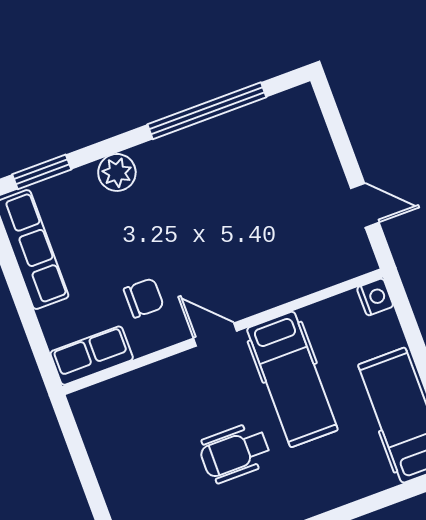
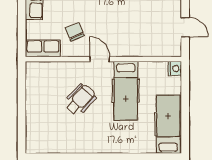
chair: (144, 298) -> (75, 32), turned -113
wheelchair: (235, 453) -> (80, 100), moved, turned 133

